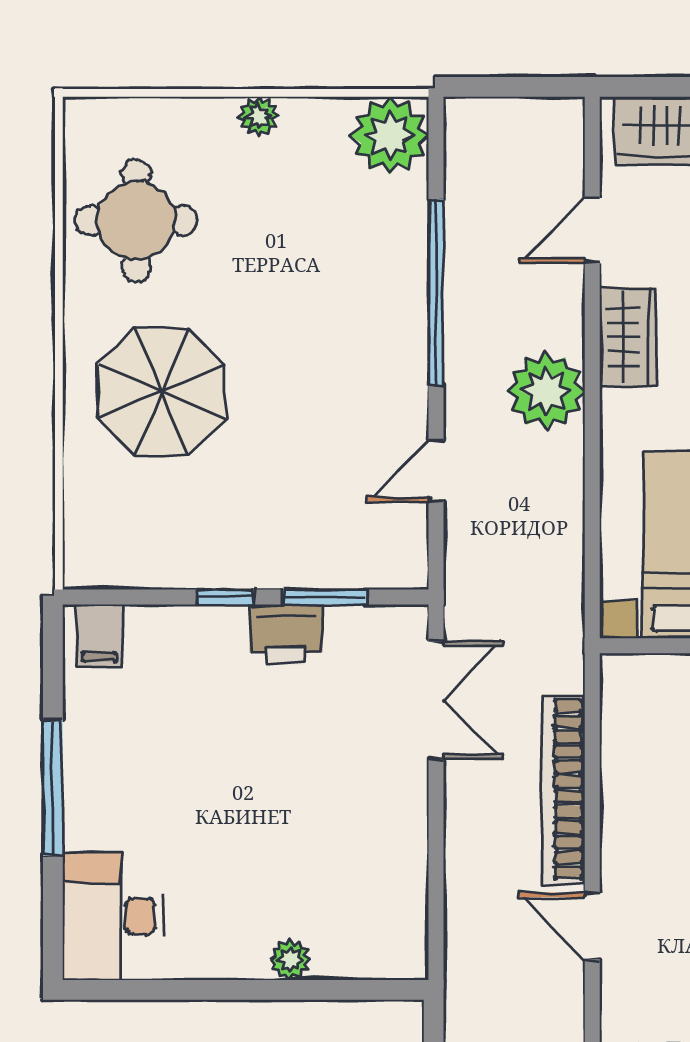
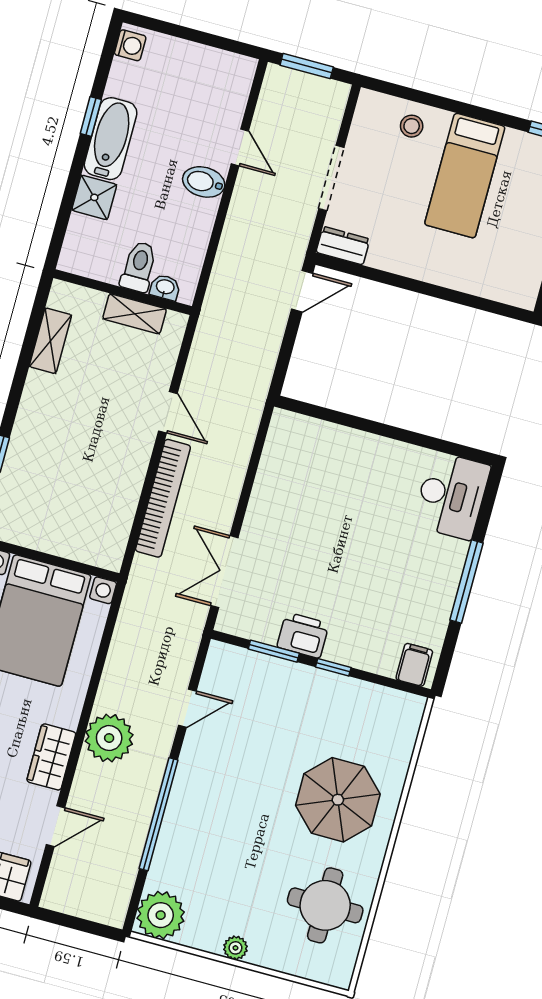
plant: (290, 960) -> (353, 441), removed

